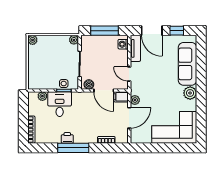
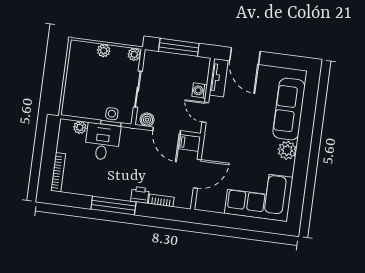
window: (177, 31) -> (280, 61), removed
plant: (33, 40) -> (104, 50), moved
washing machine: (123, 44) -> (200, 91), moved
plant: (135, 100) -> (209, 150), removed
printer: (67, 138) -> (140, 195), moved

